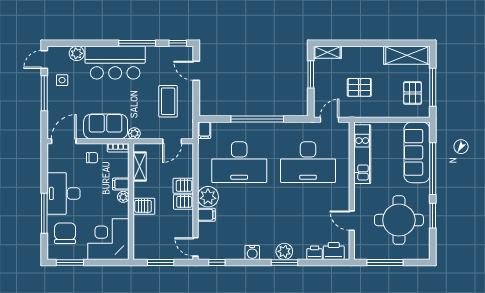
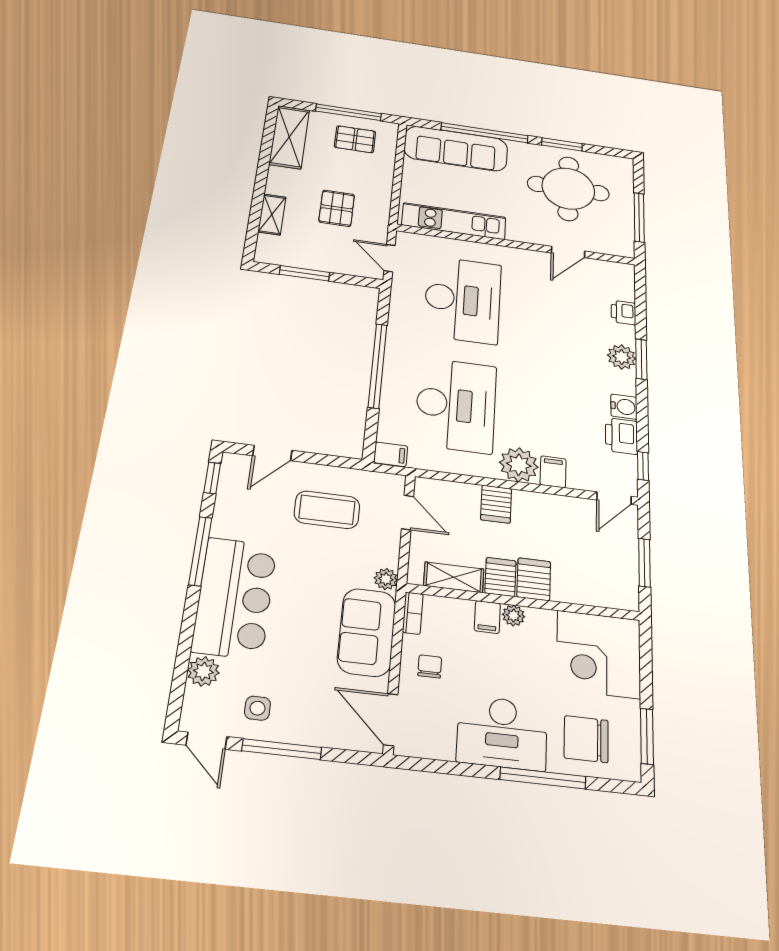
shelving: (327, 52) -> (272, 215), moved
server rack: (183, 202) -> (500, 577), moved, turned 180
printer: (334, 251) -> (621, 436), moved

